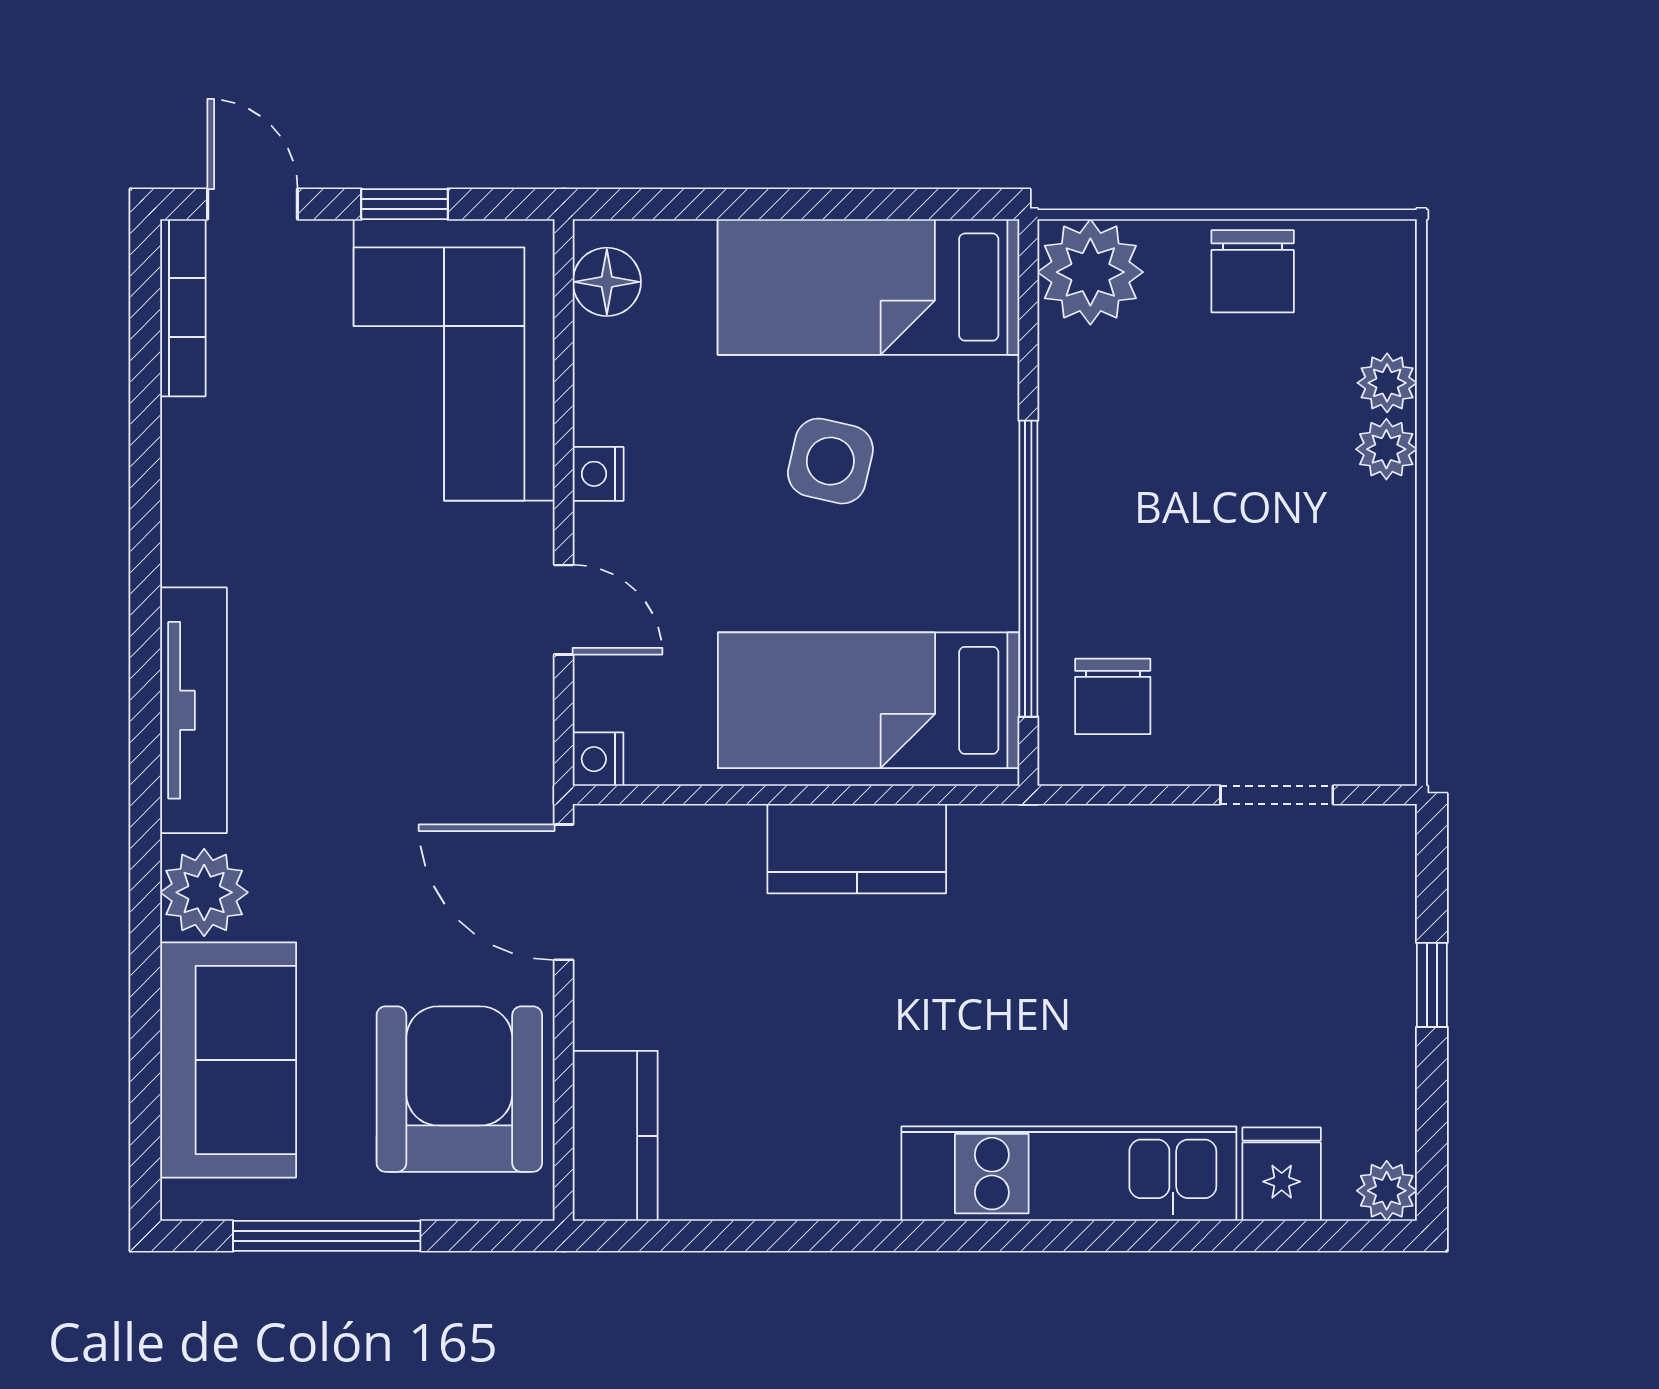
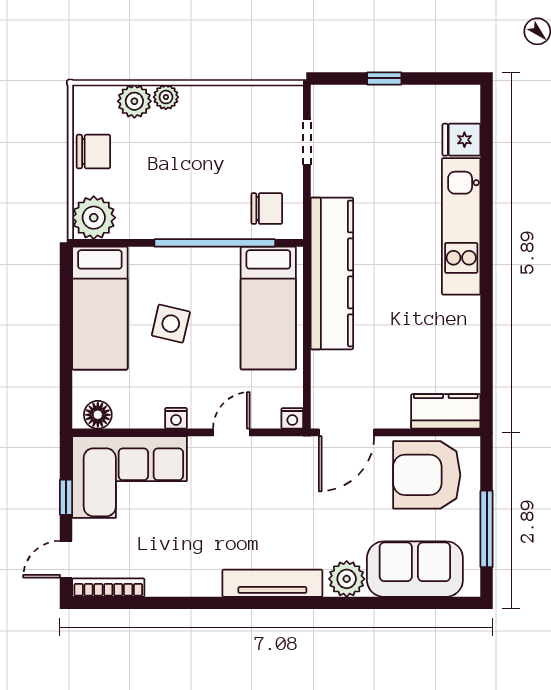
plant: (1387, 383) -> (134, 101), width x1.38, depth x1.38
kitchen counter: (857, 849) -> (332, 273), width x2.08, depth x1.17
plant: (1387, 1191) -> (468, 97), removed

